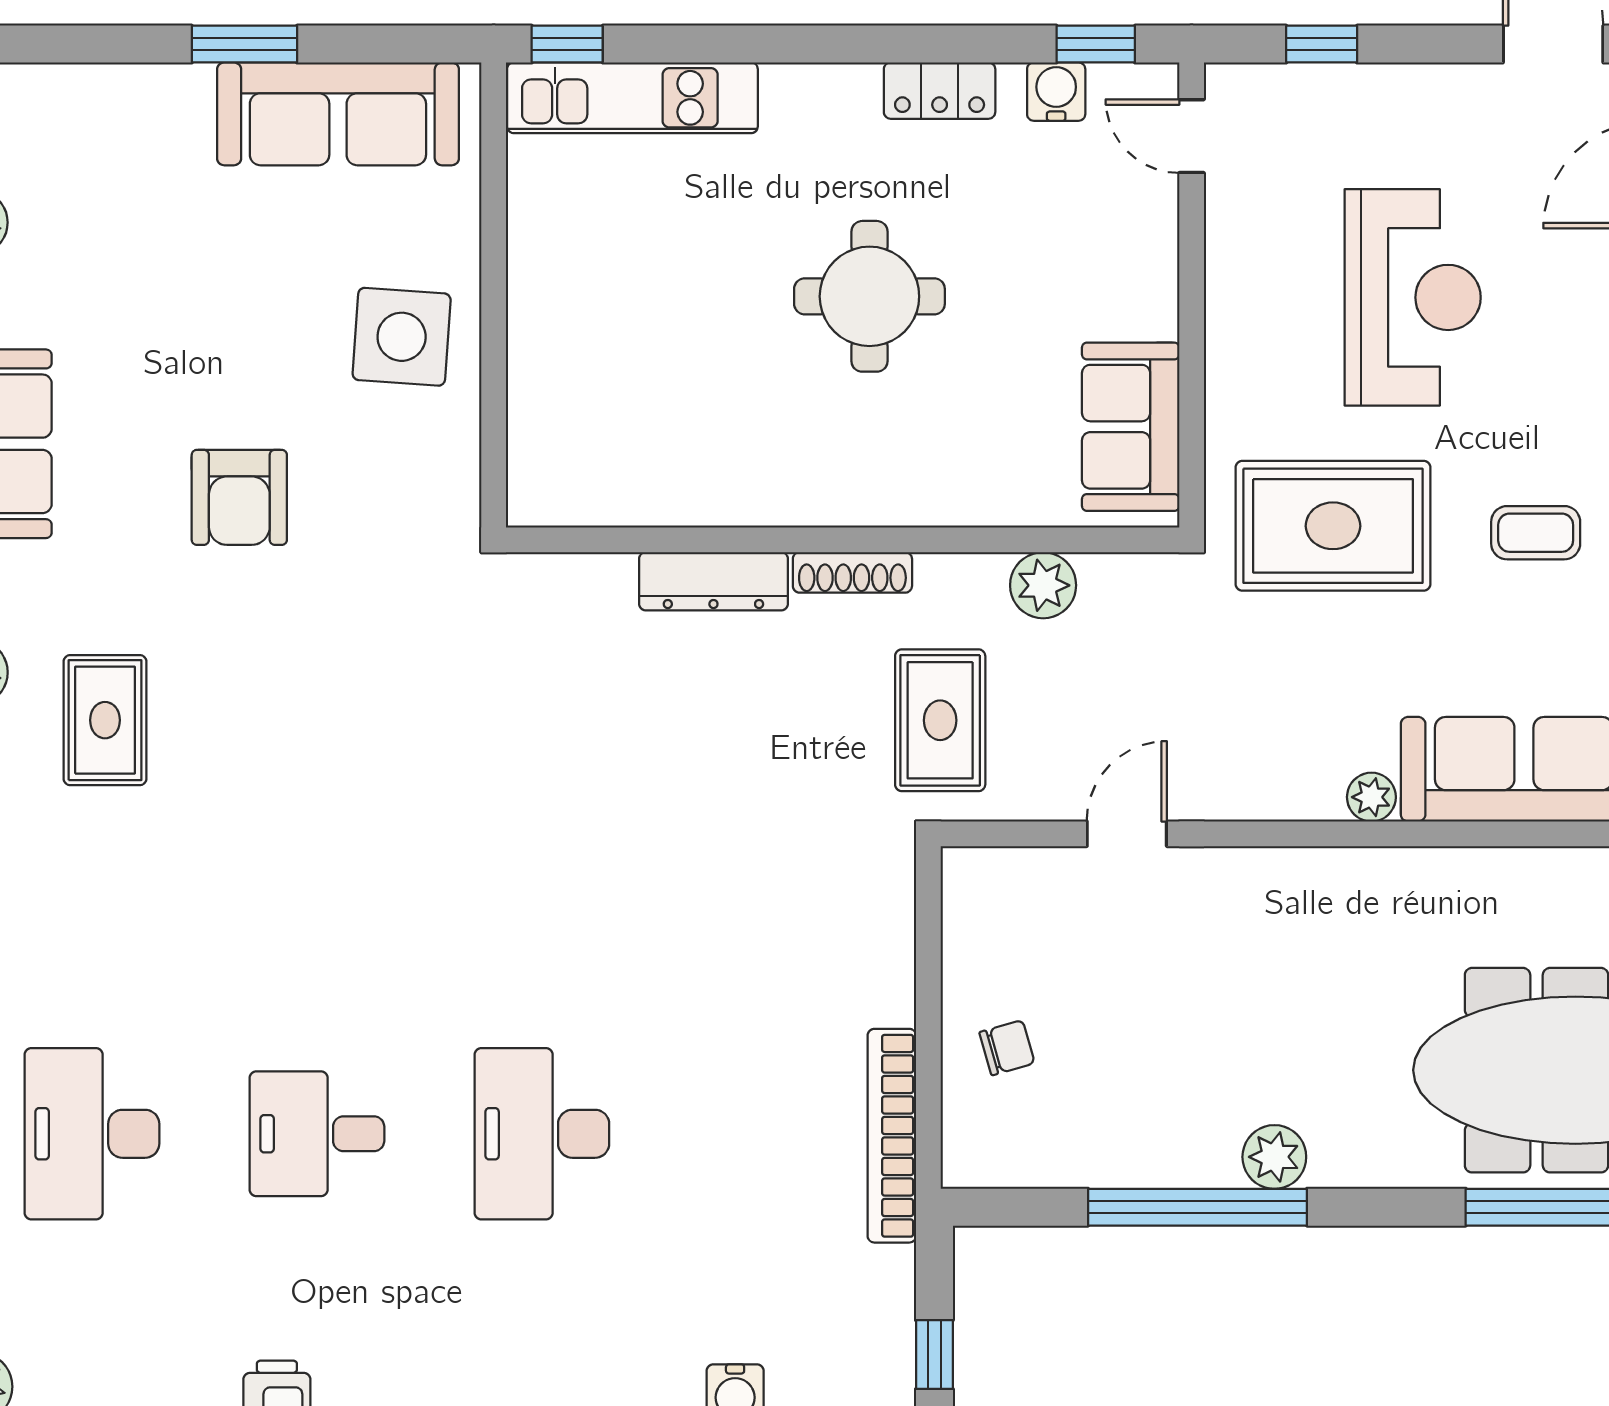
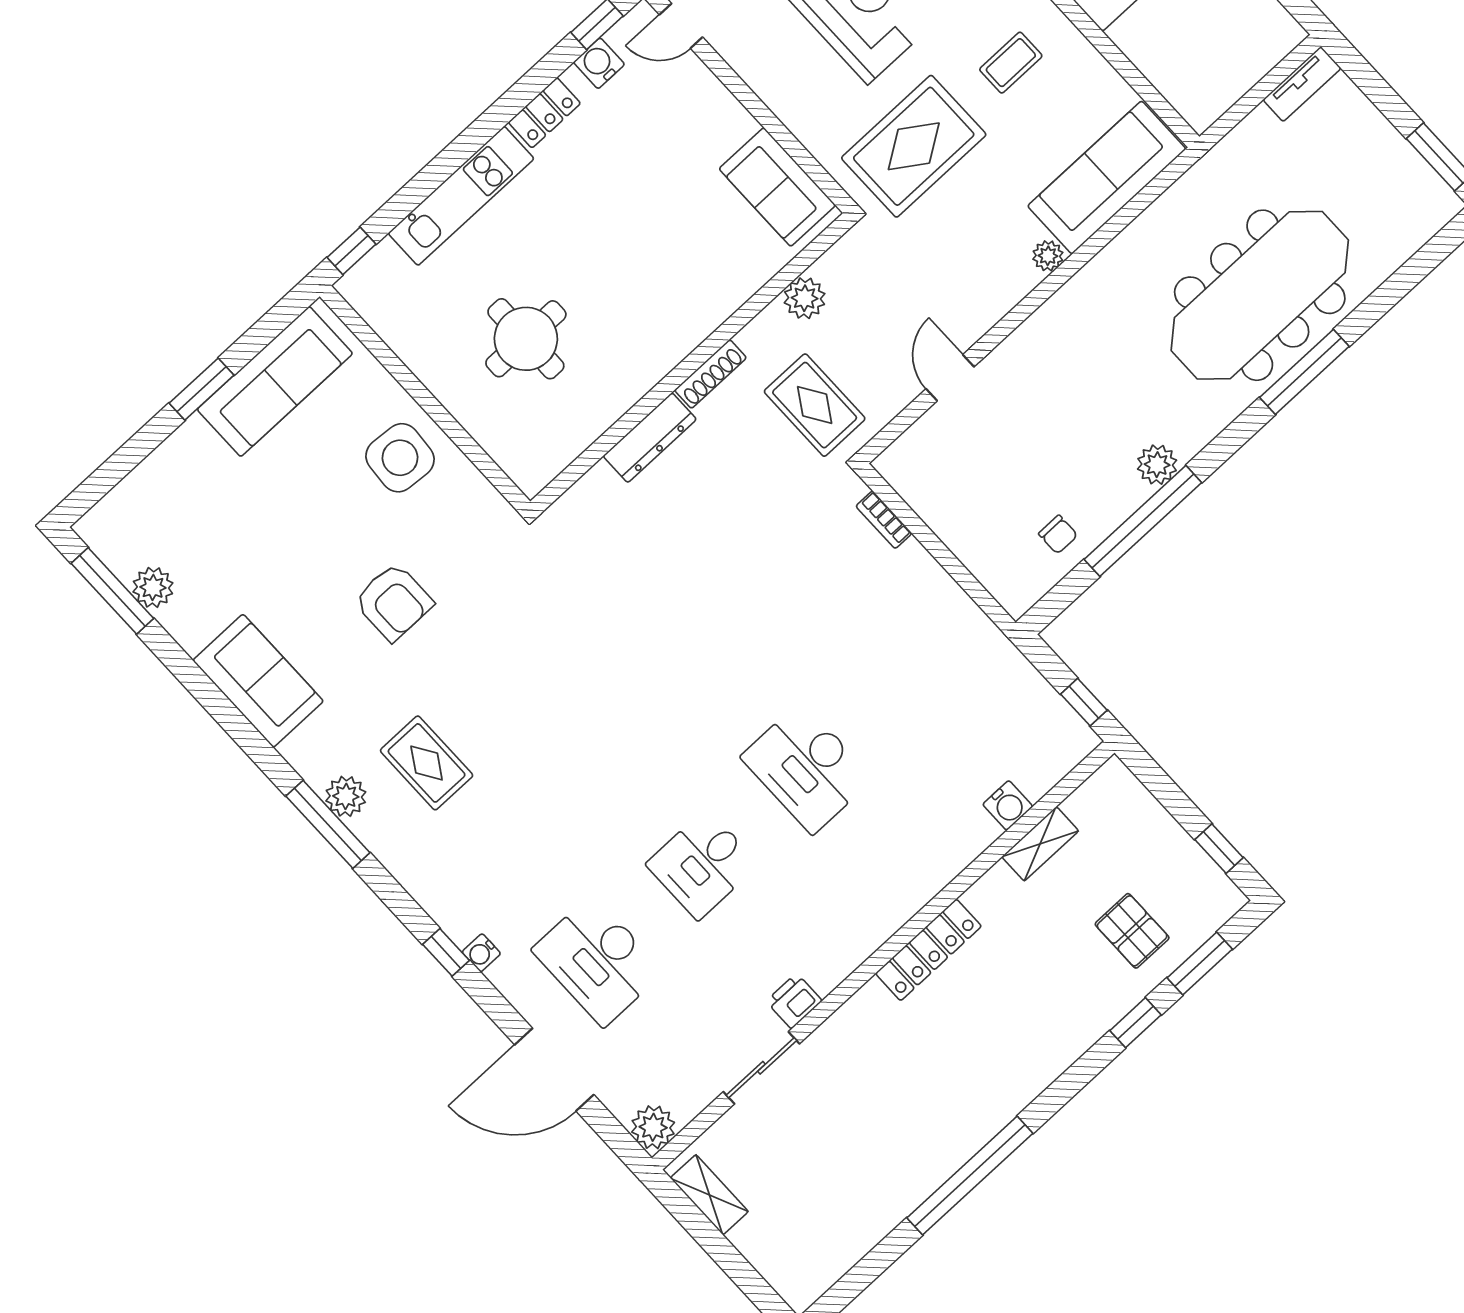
kitchen unit: (632, 98) -> (461, 196), moved
round table: (869, 296) -> (526, 339), moved
chair: (1007, 1048) -> (1058, 535), moved, turned 106
bookcase: (892, 1136) -> (884, 520), moved, width x0.43, depth x0.76

